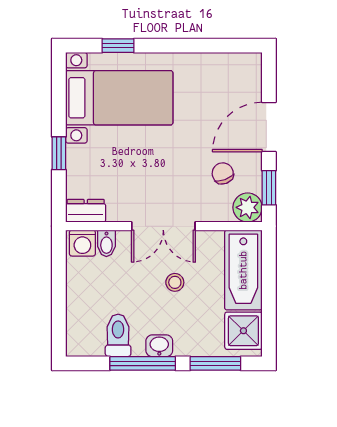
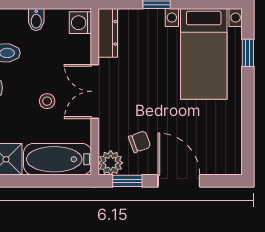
dresser: (86, 211) -> (108, 33), width x1.44
bidet: (106, 243) -> (36, 20), moved, turned -90

